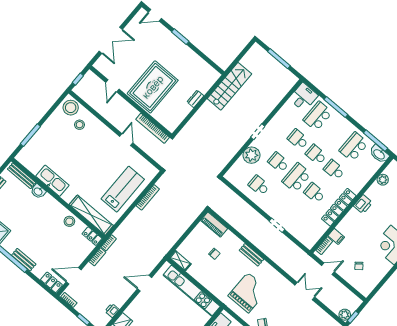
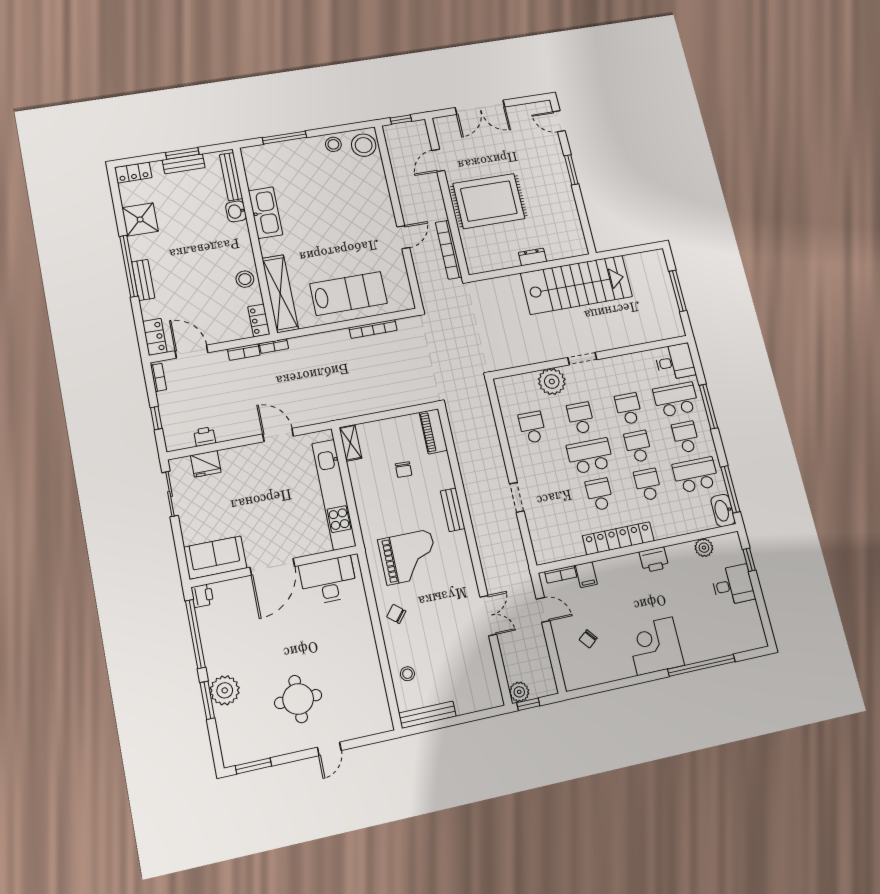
stairs: (229, 86) -> (576, 285), width x1.36, depth x1.51
stool: (80, 125) -> (333, 144), moved
school desk: (336, 131) -> (686, 437), added

